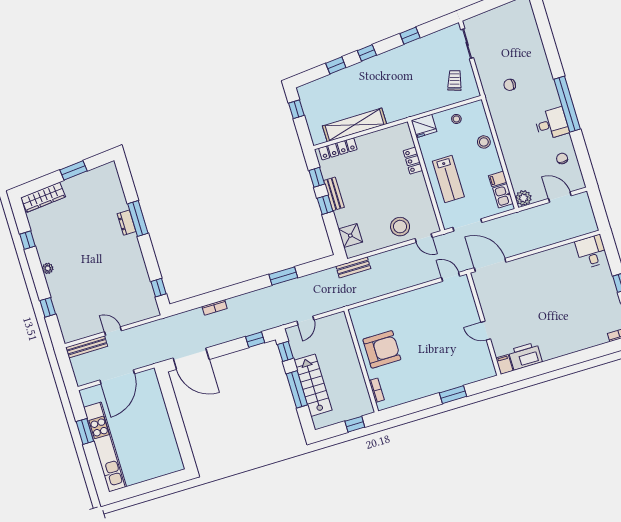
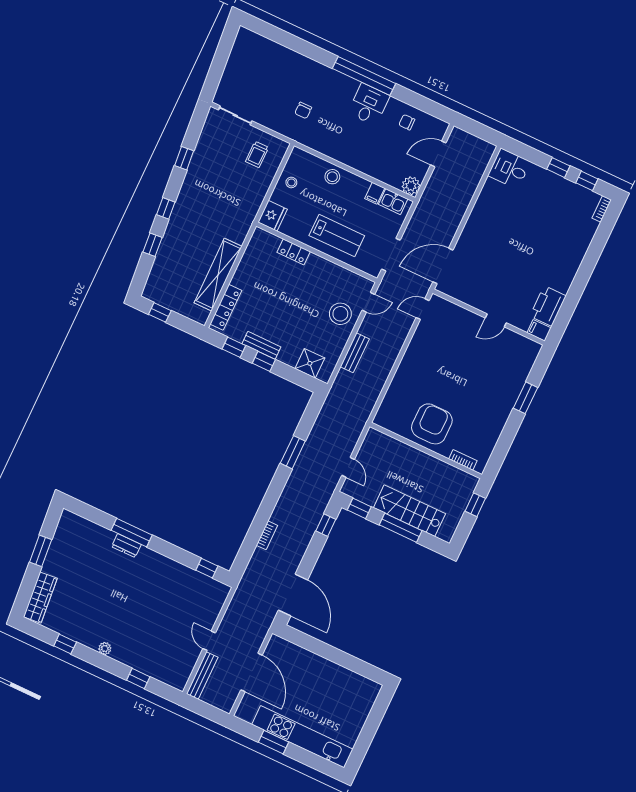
trolley: (455, 81) -> (257, 154), turned -108
bench: (353, 267) -> (355, 353), moved
door: (113, 331) -> (209, 641), hinge flipped
door: (191, 359) -> (293, 595), hinge flipped

